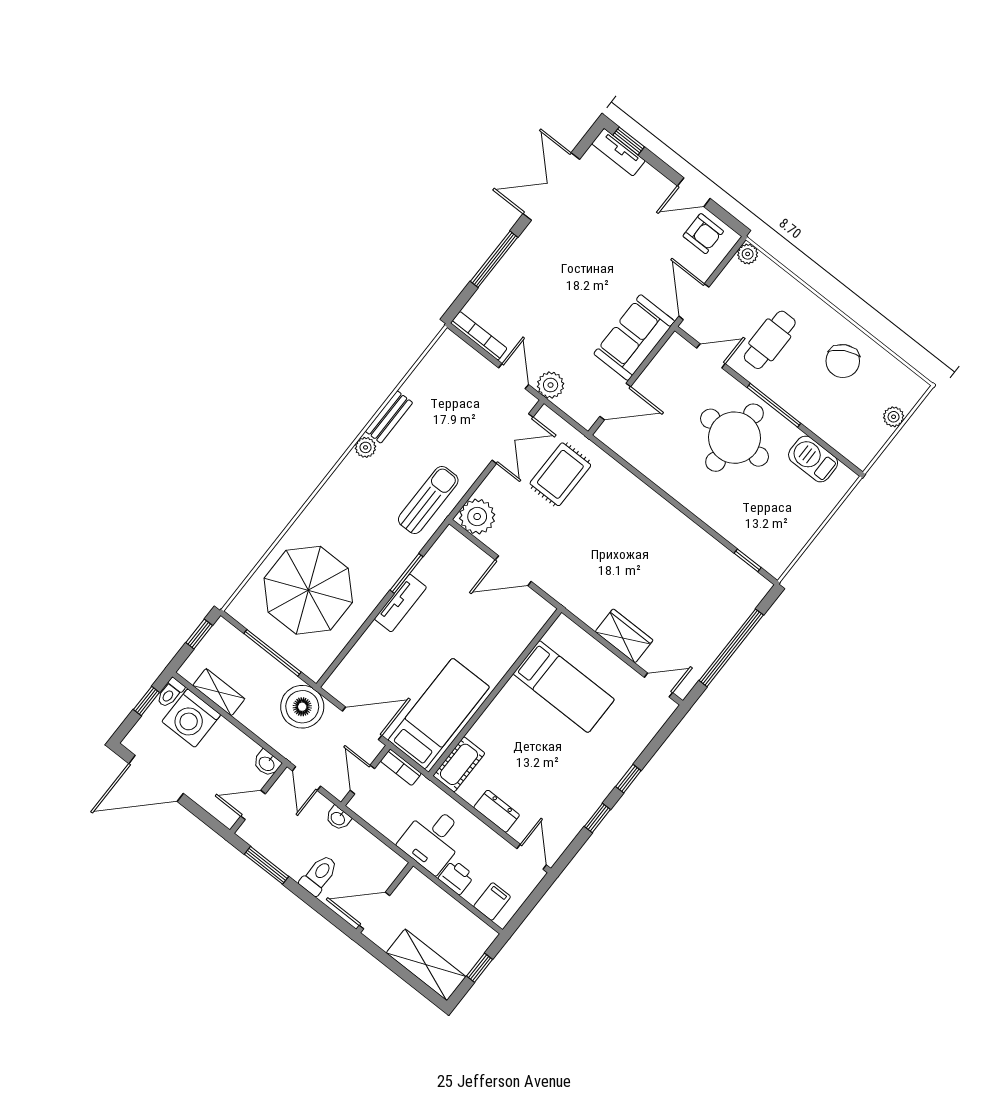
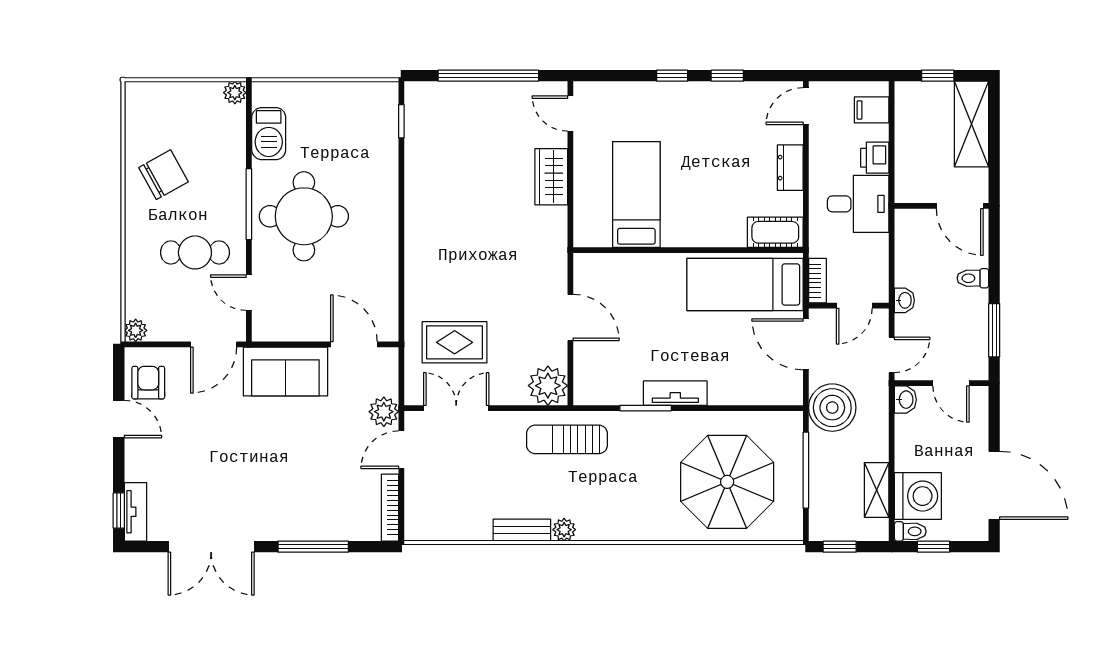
plant: (894, 417) -> (235, 93), moved
toilet: (319, 875) -> (973, 278), width x0.73, depth x0.72

